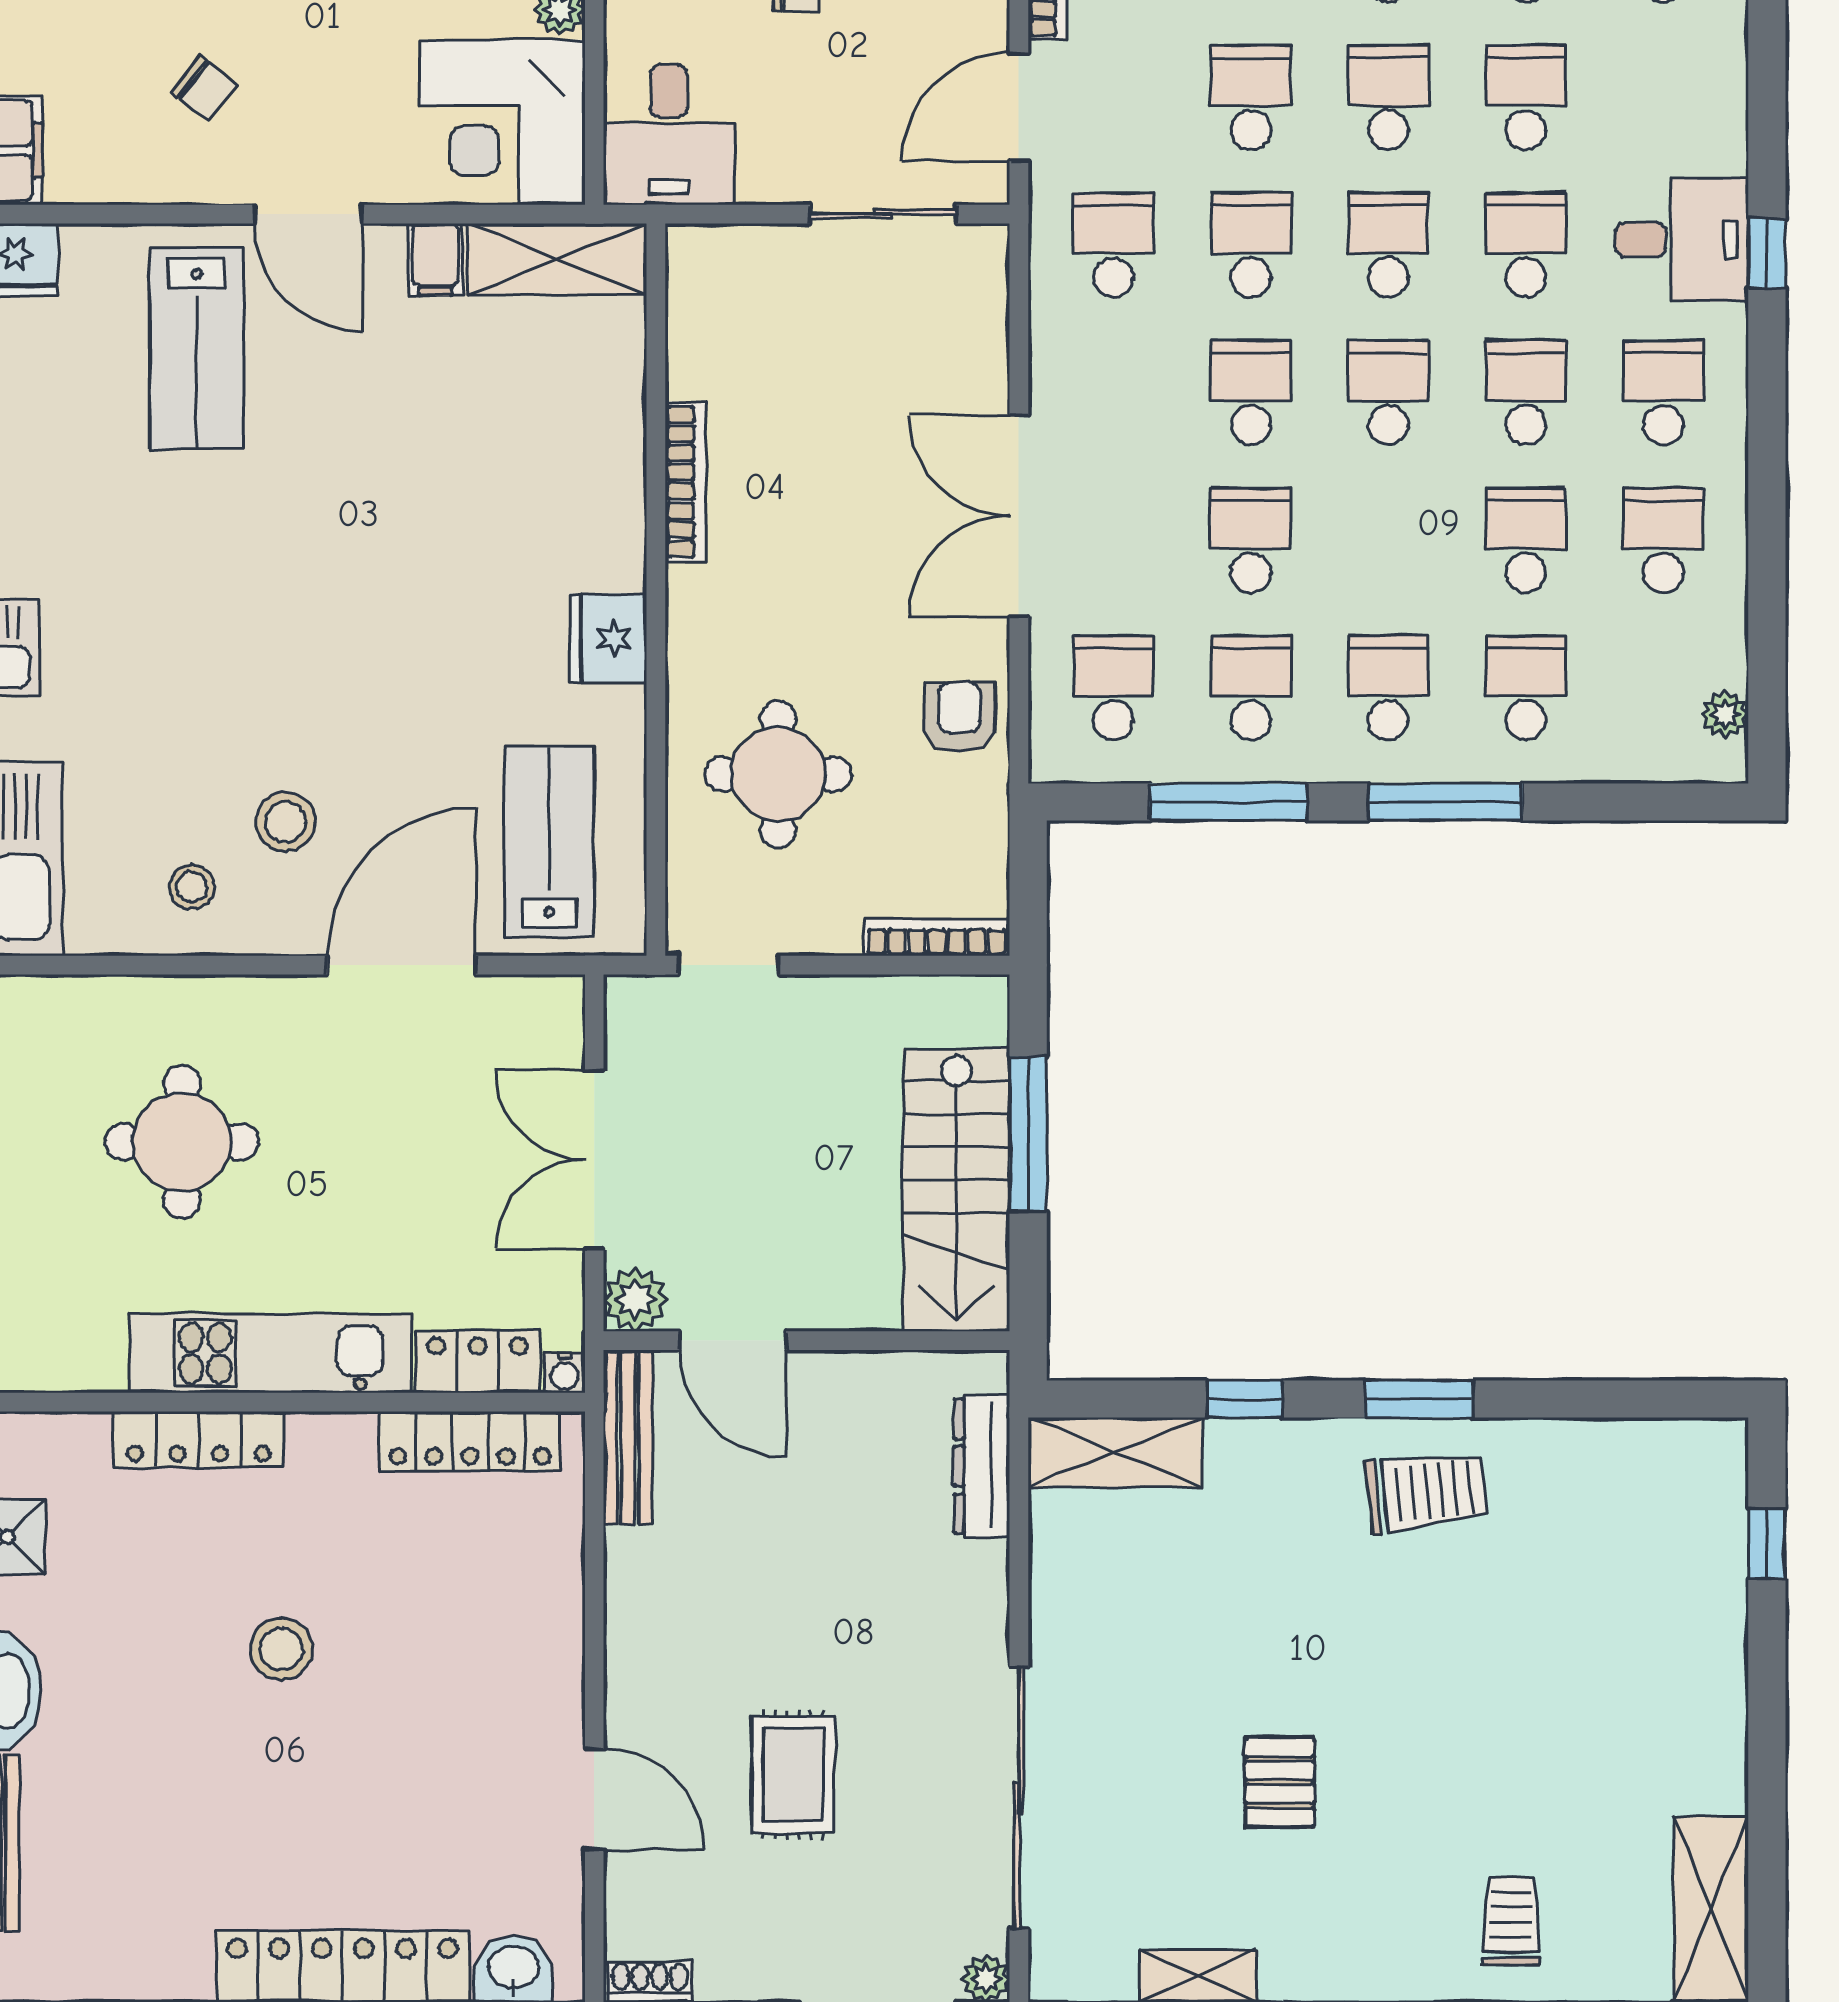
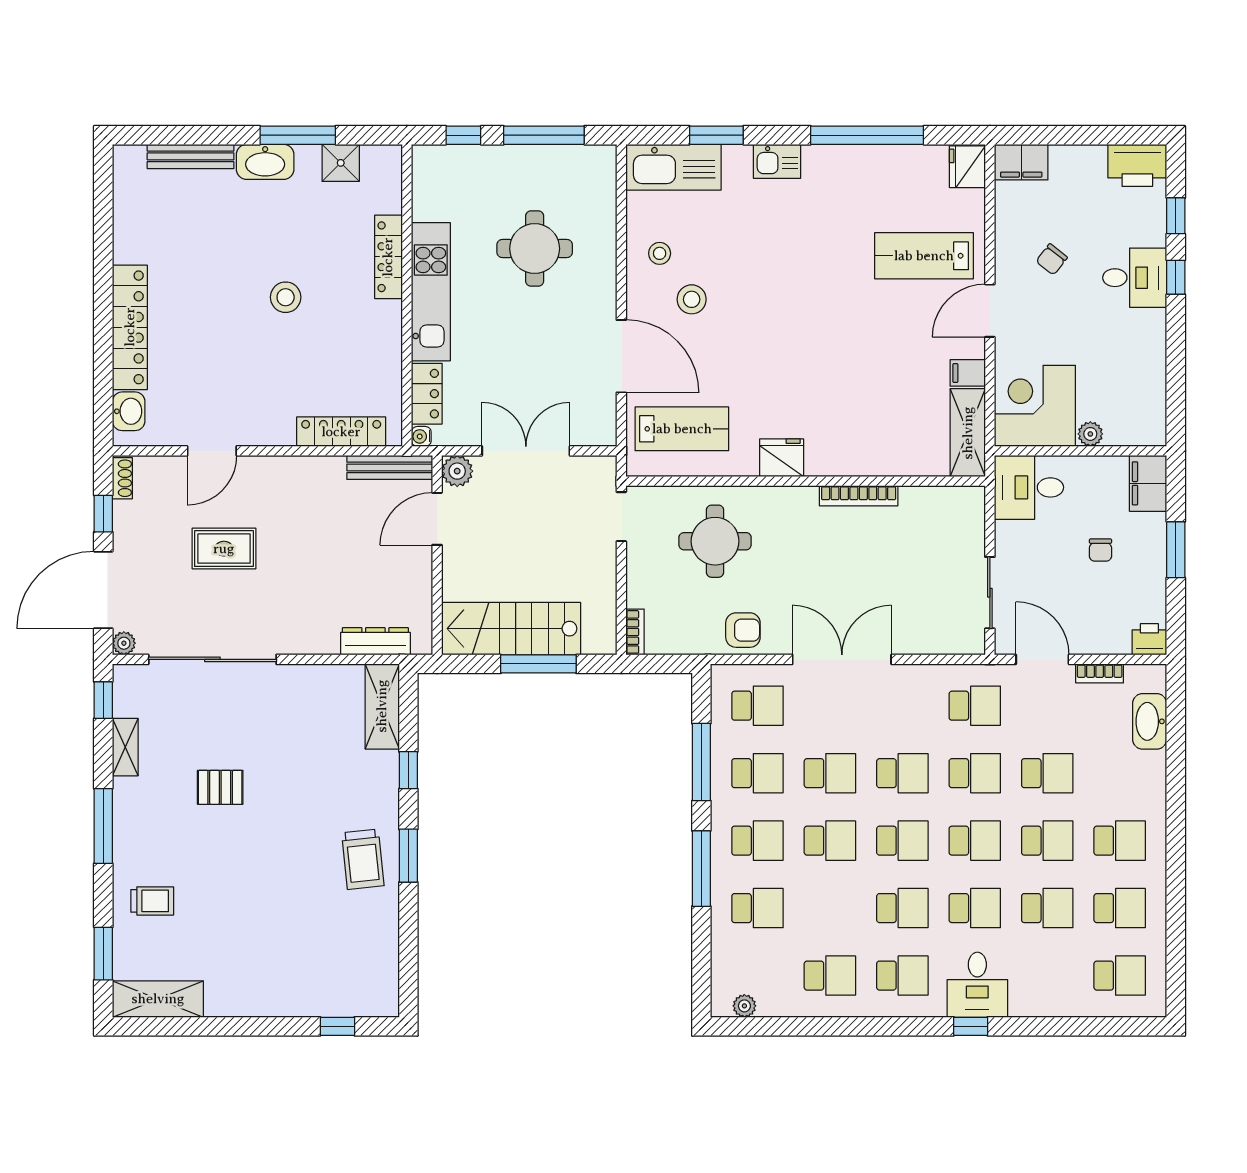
school desk: (1526, 540) -> (830, 841), moved
bookcase: (937, 937) -> (635, 632), width x0.64
locker: (470, 1441) -> (341, 432), moved, turned 90

